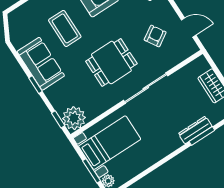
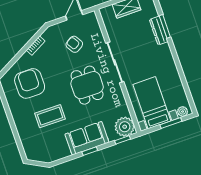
sofa: (41, 64) -> (87, 138), moved

